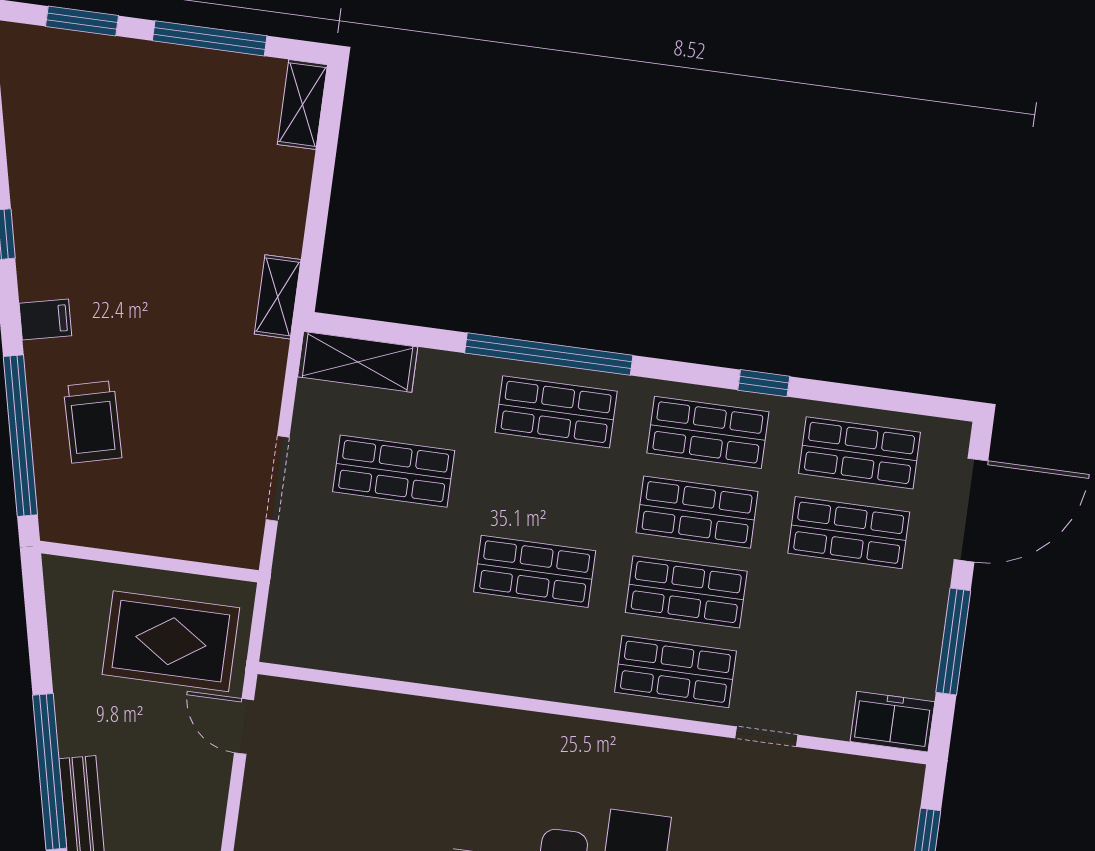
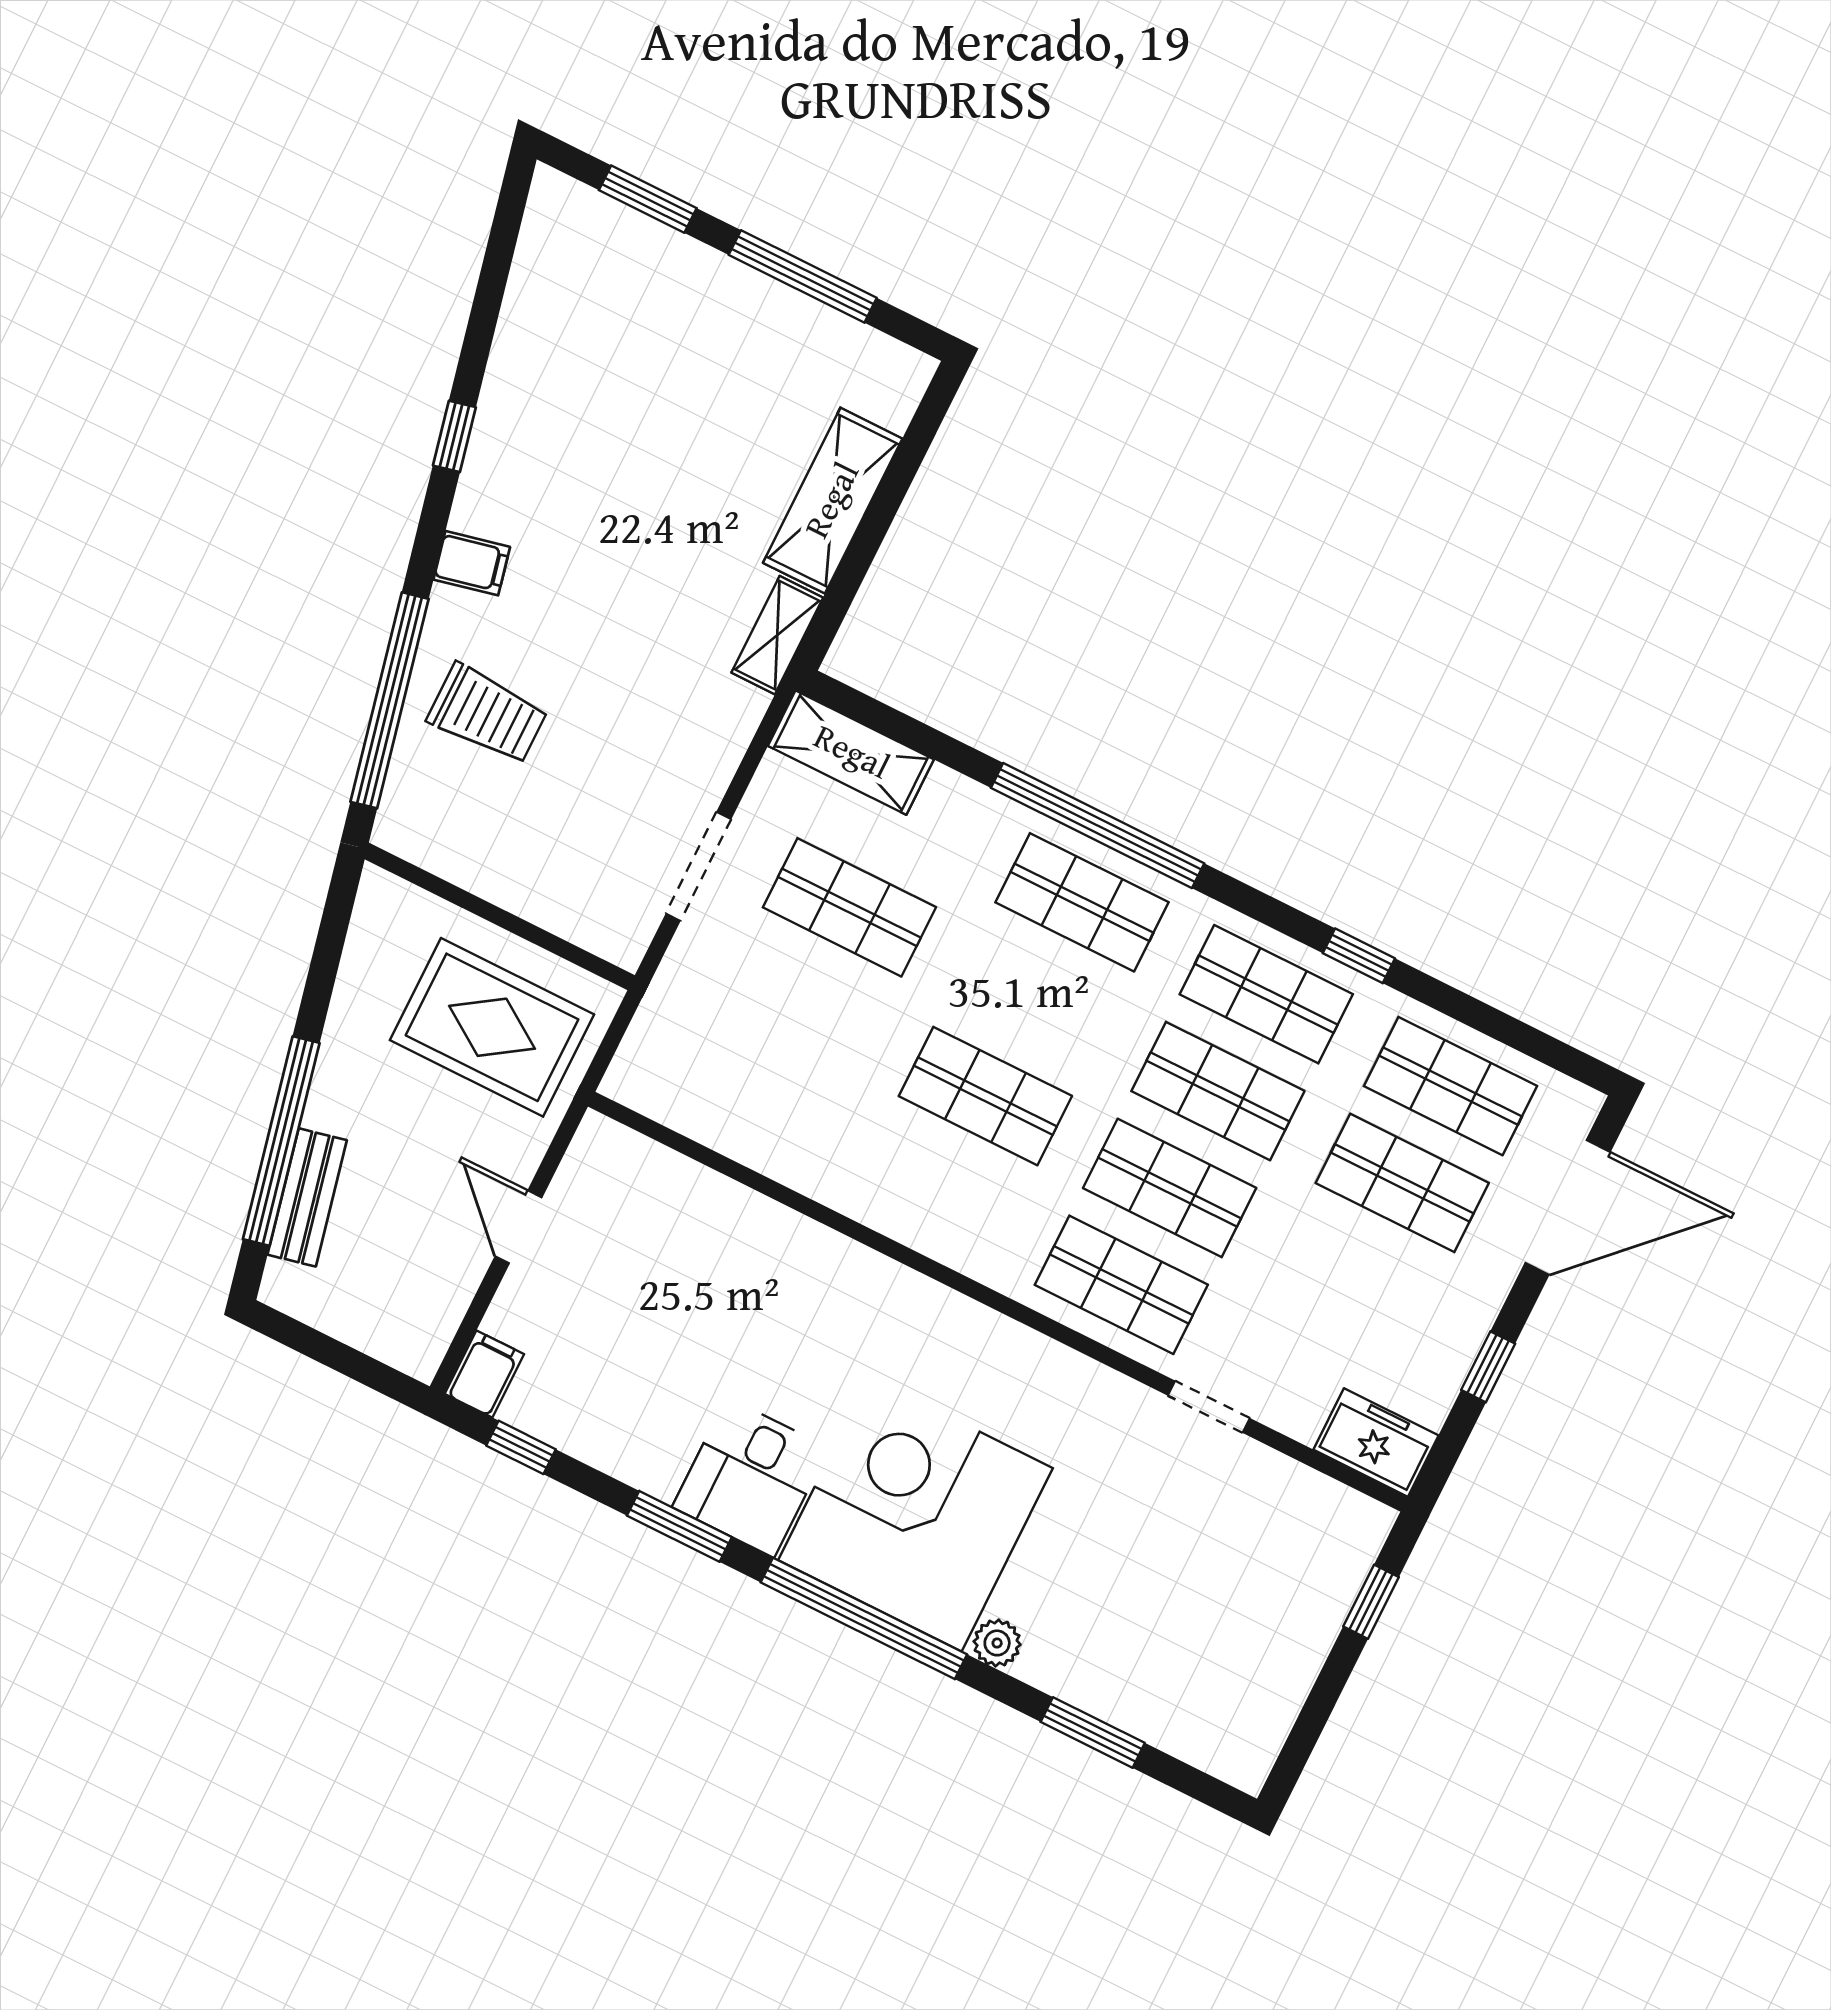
shelving: (302, 105) -> (833, 501), moved, width x1.50, depth x1.33
trolley: (93, 422) -> (487, 714), turned -76
window: (953, 641) -> (1488, 1367), width x0.46
door: (244, 726) -> (519, 1227), moved

